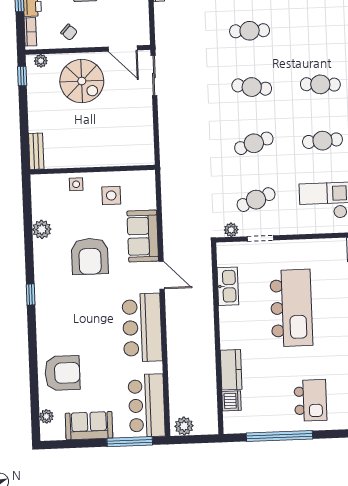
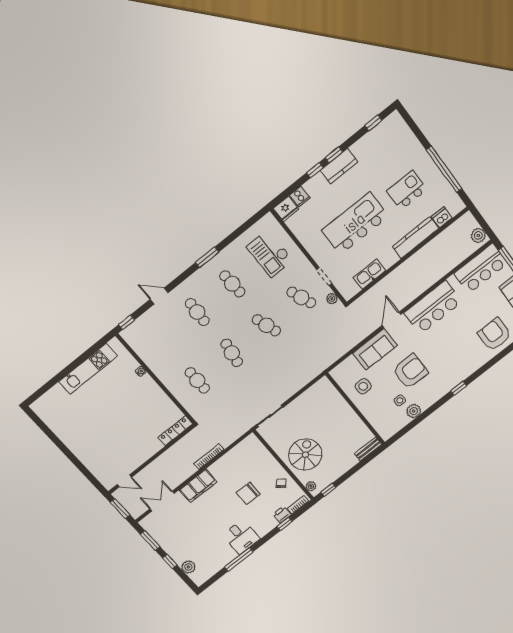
door: (123, 48) -> (267, 446), removed
side table: (76, 184) -> (400, 400), moved
kitchen counter: (231, 370) -> (416, 237), width x1.50
kitchen island: (310, 400) -> (407, 190), moved

